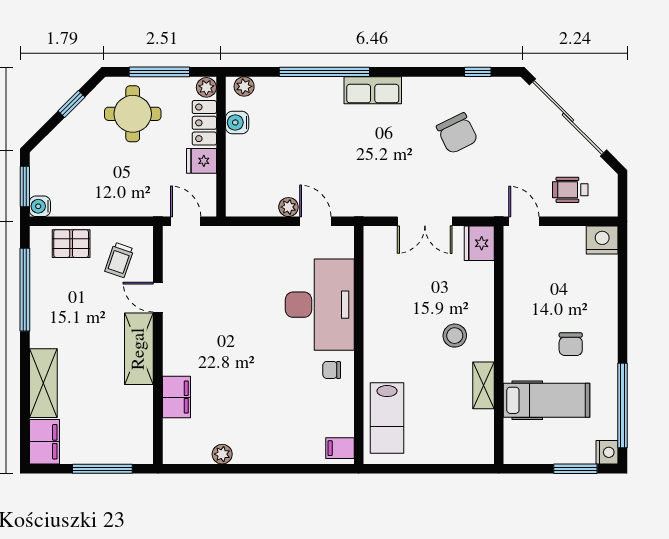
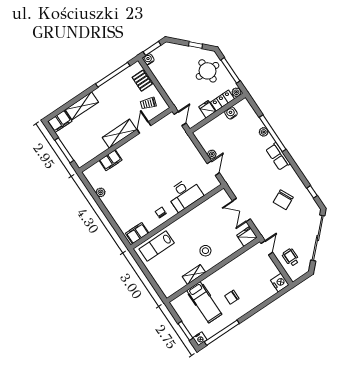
plant: (244, 86) -> (264, 132), moved
desk: (320, 305) -> (185, 194), width x0.73, depth x0.77
filing cabinet: (340, 448) -> (137, 233), width x2.00

